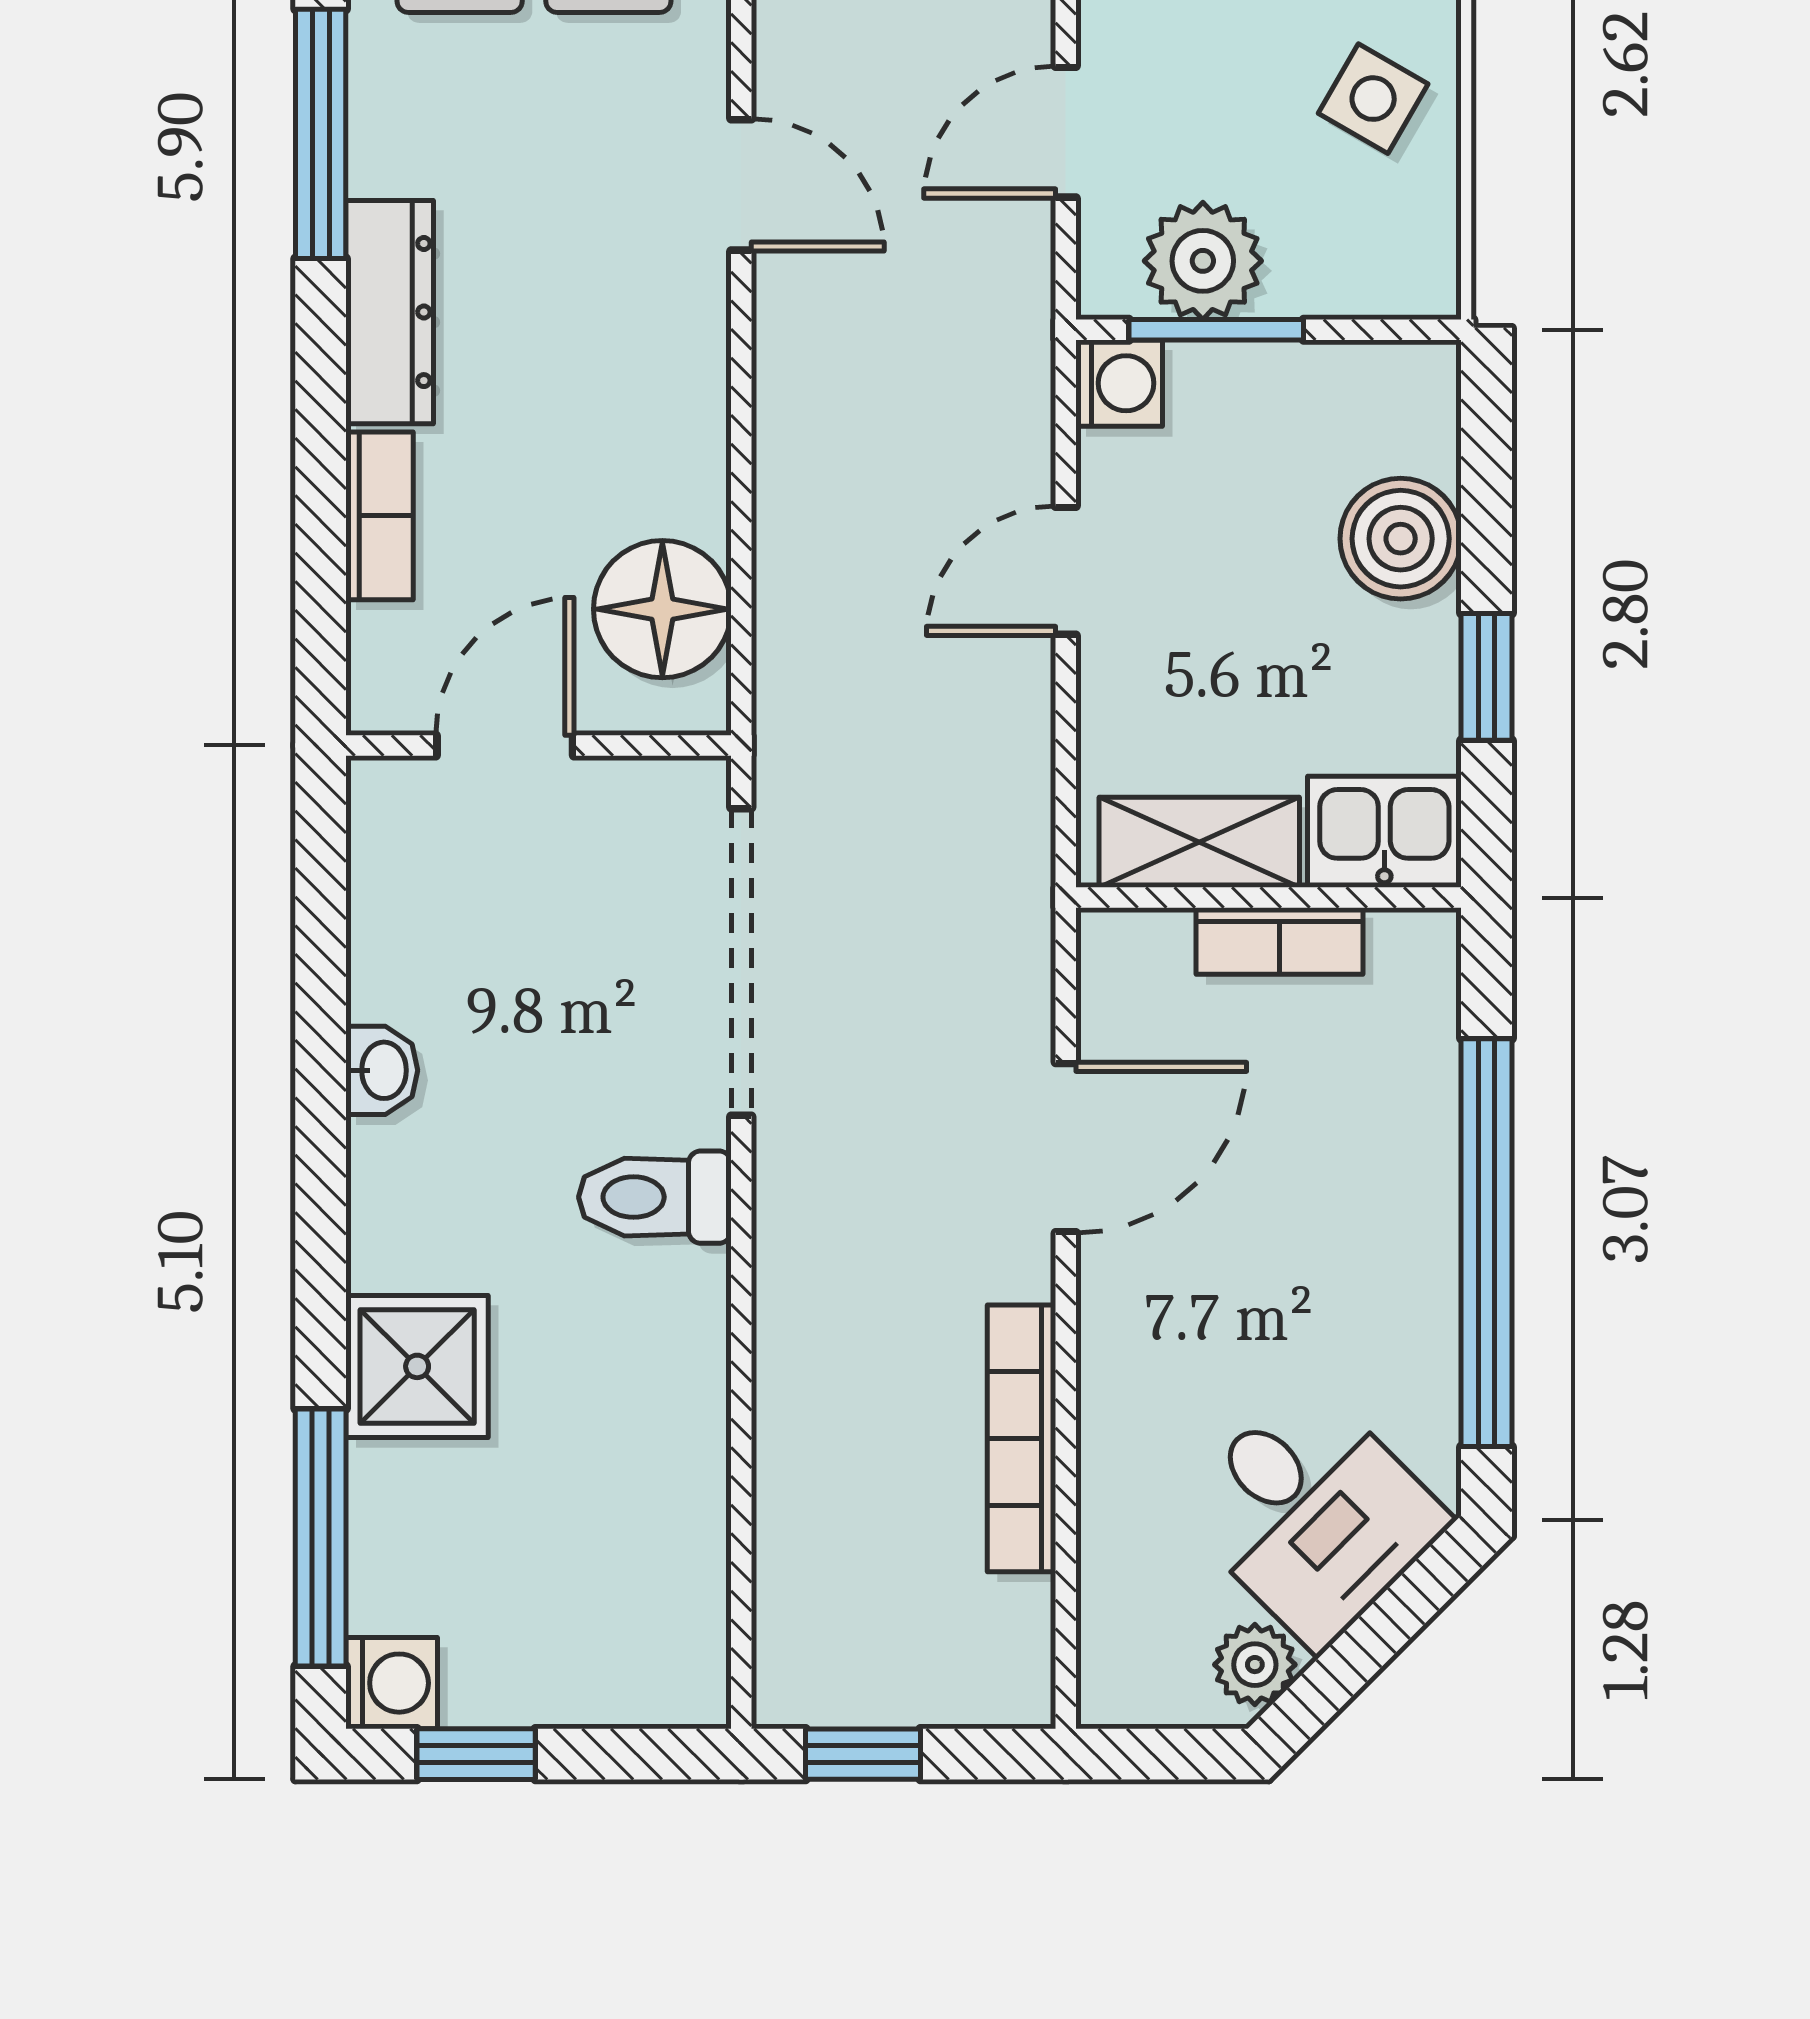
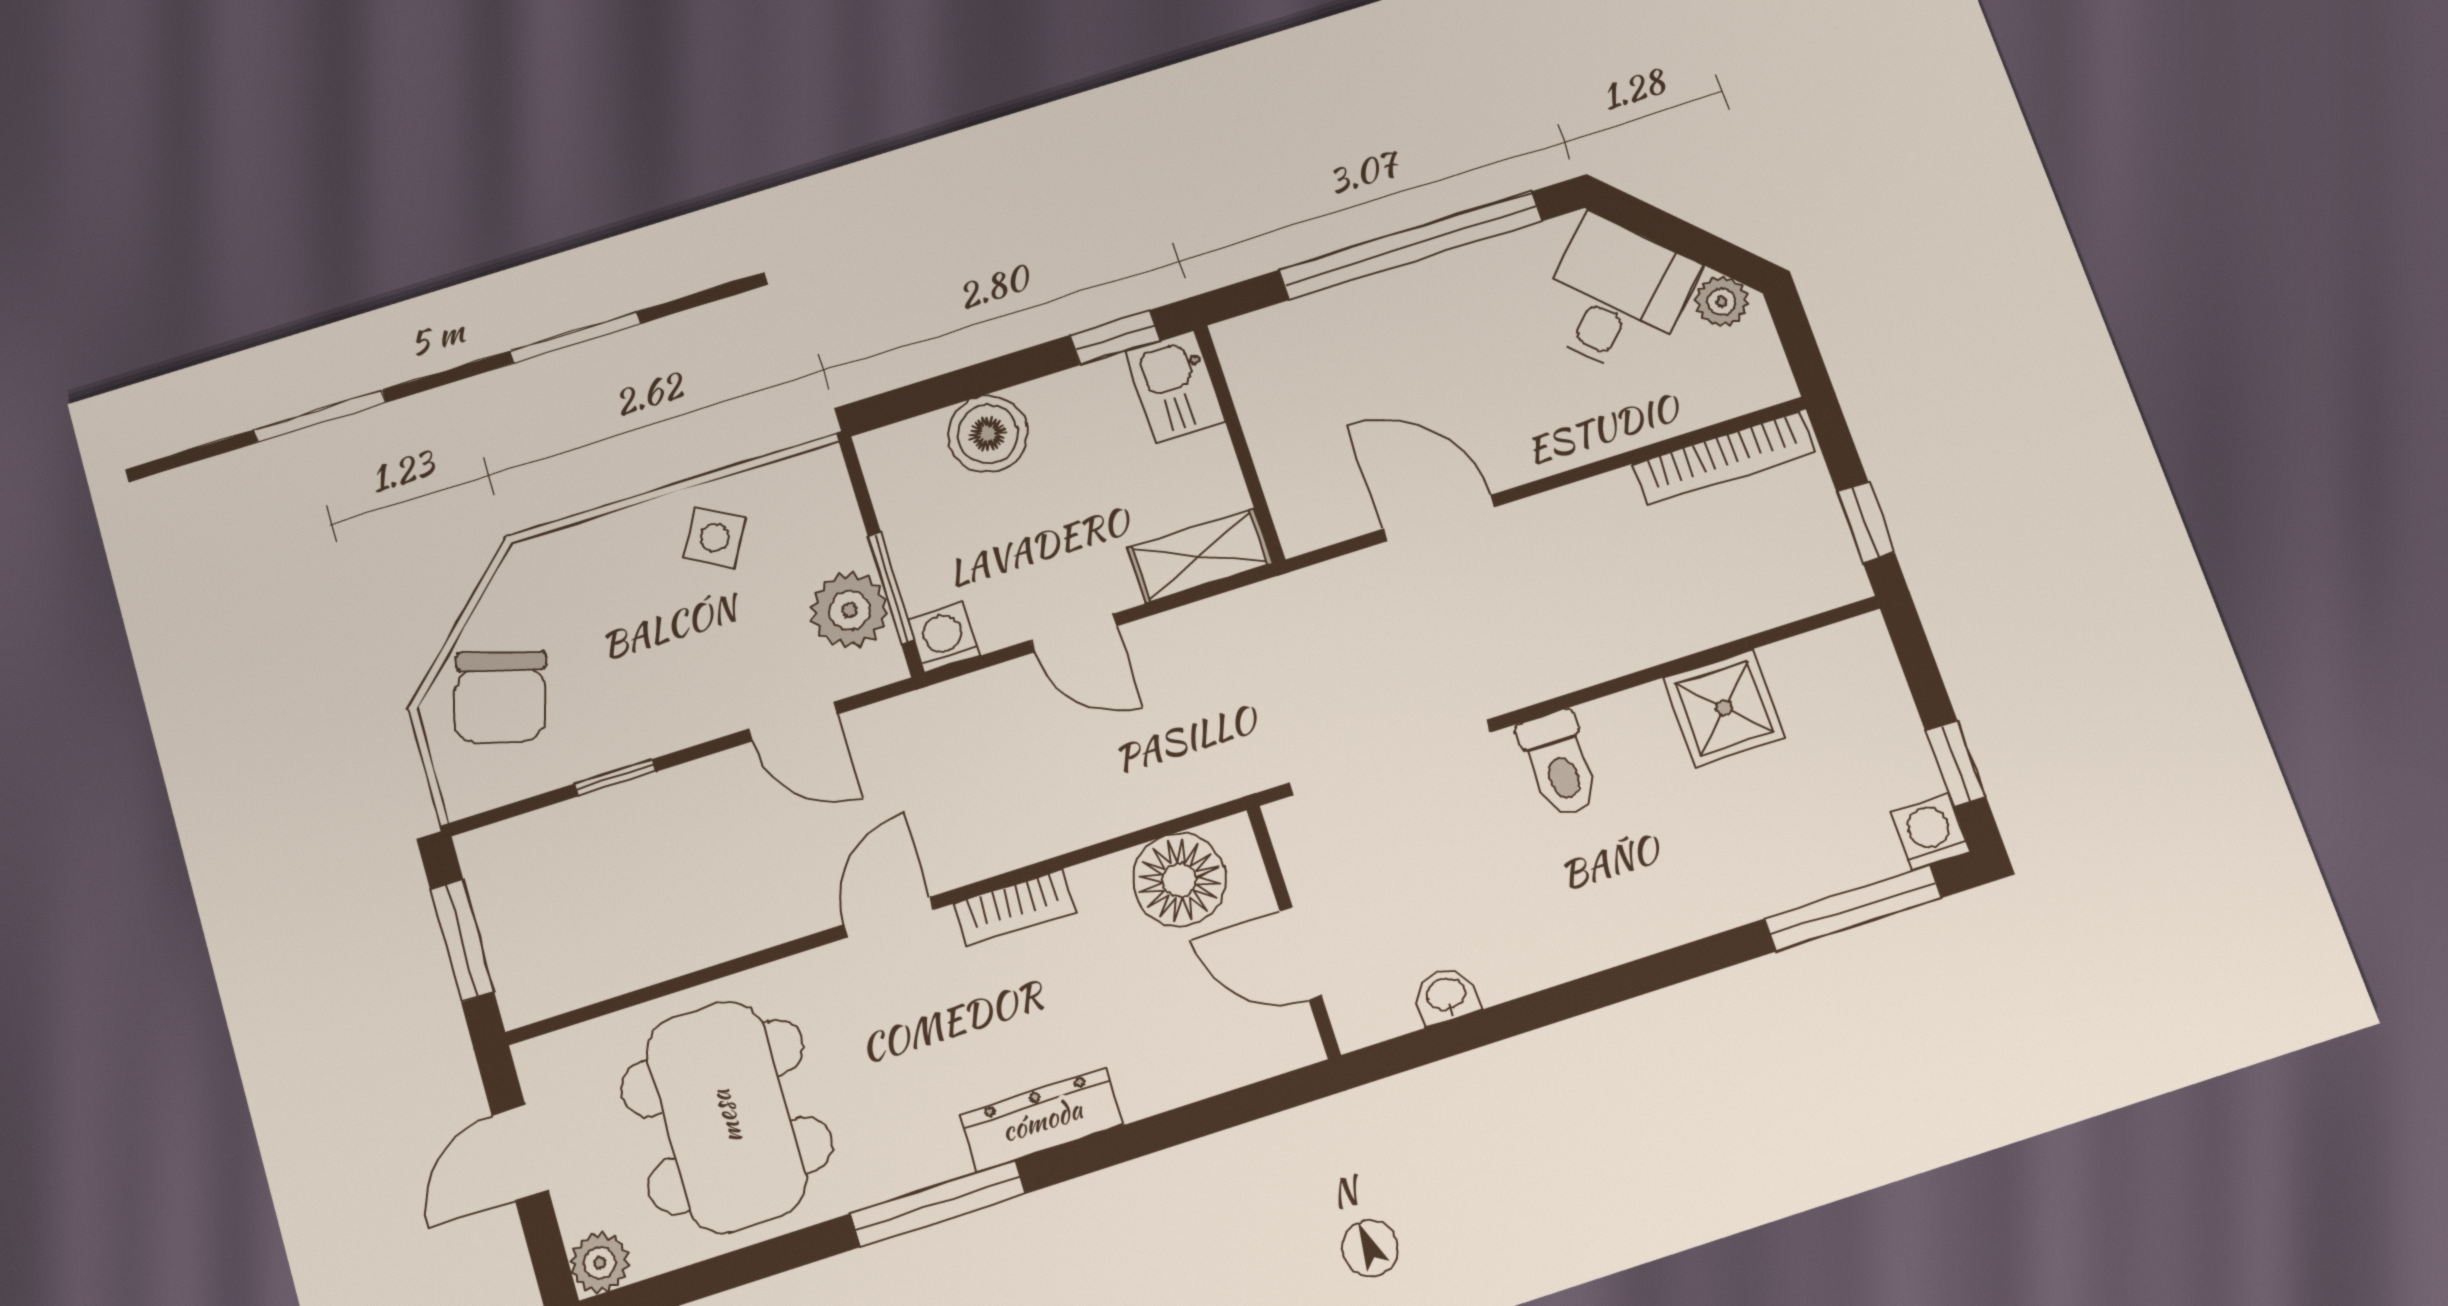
bookcase: (380, 516) -> (1015, 908), moved, turned 180
window: (1486, 677) -> (1115, 338), moved
shelving: (1199, 842) -> (1200, 556), moved, turned 90
bookcase: (1280, 941) -> (1265, 428), removed
washbasin: (382, 1070) -> (1446, 995), moved
shower: (417, 1366) -> (1724, 708), moved
bookcase: (1021, 1438) -> (1724, 458), moved

